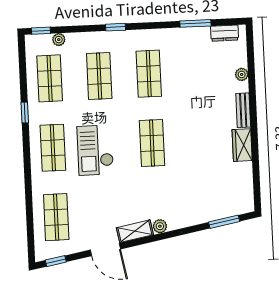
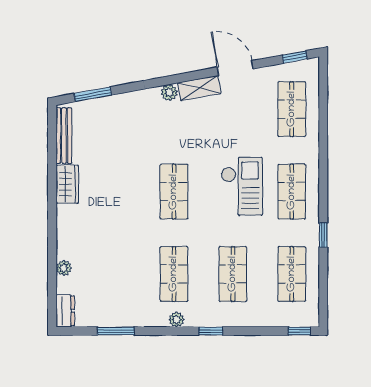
dresser: (225, 33) -> (65, 311), moved, turned 90
plant: (59, 40) -> (176, 320), moved
bench: (243, 110) -> (64, 136), moved, width x1.36

